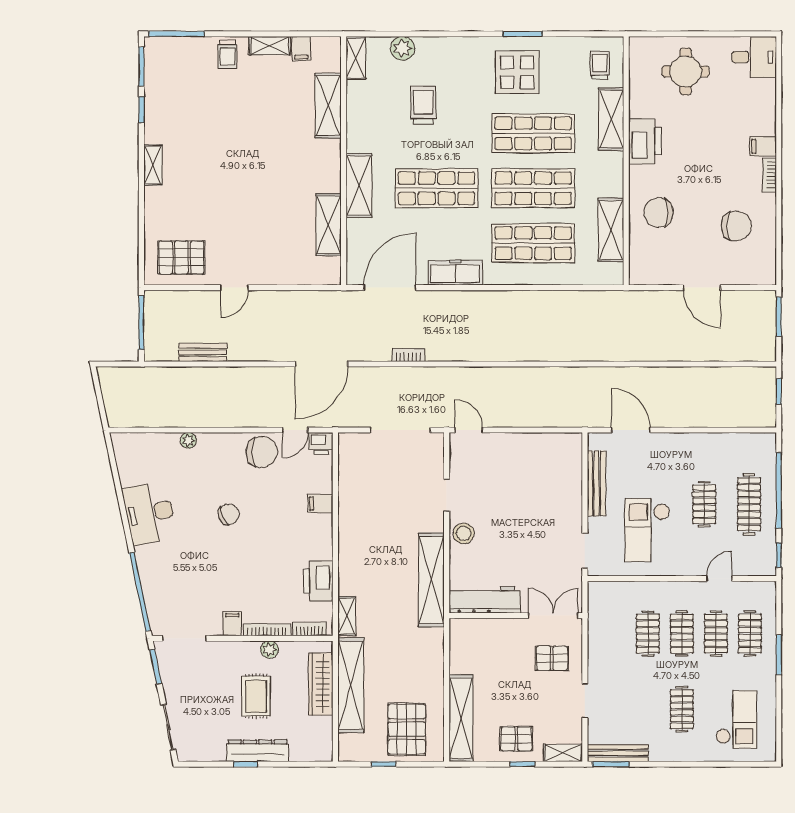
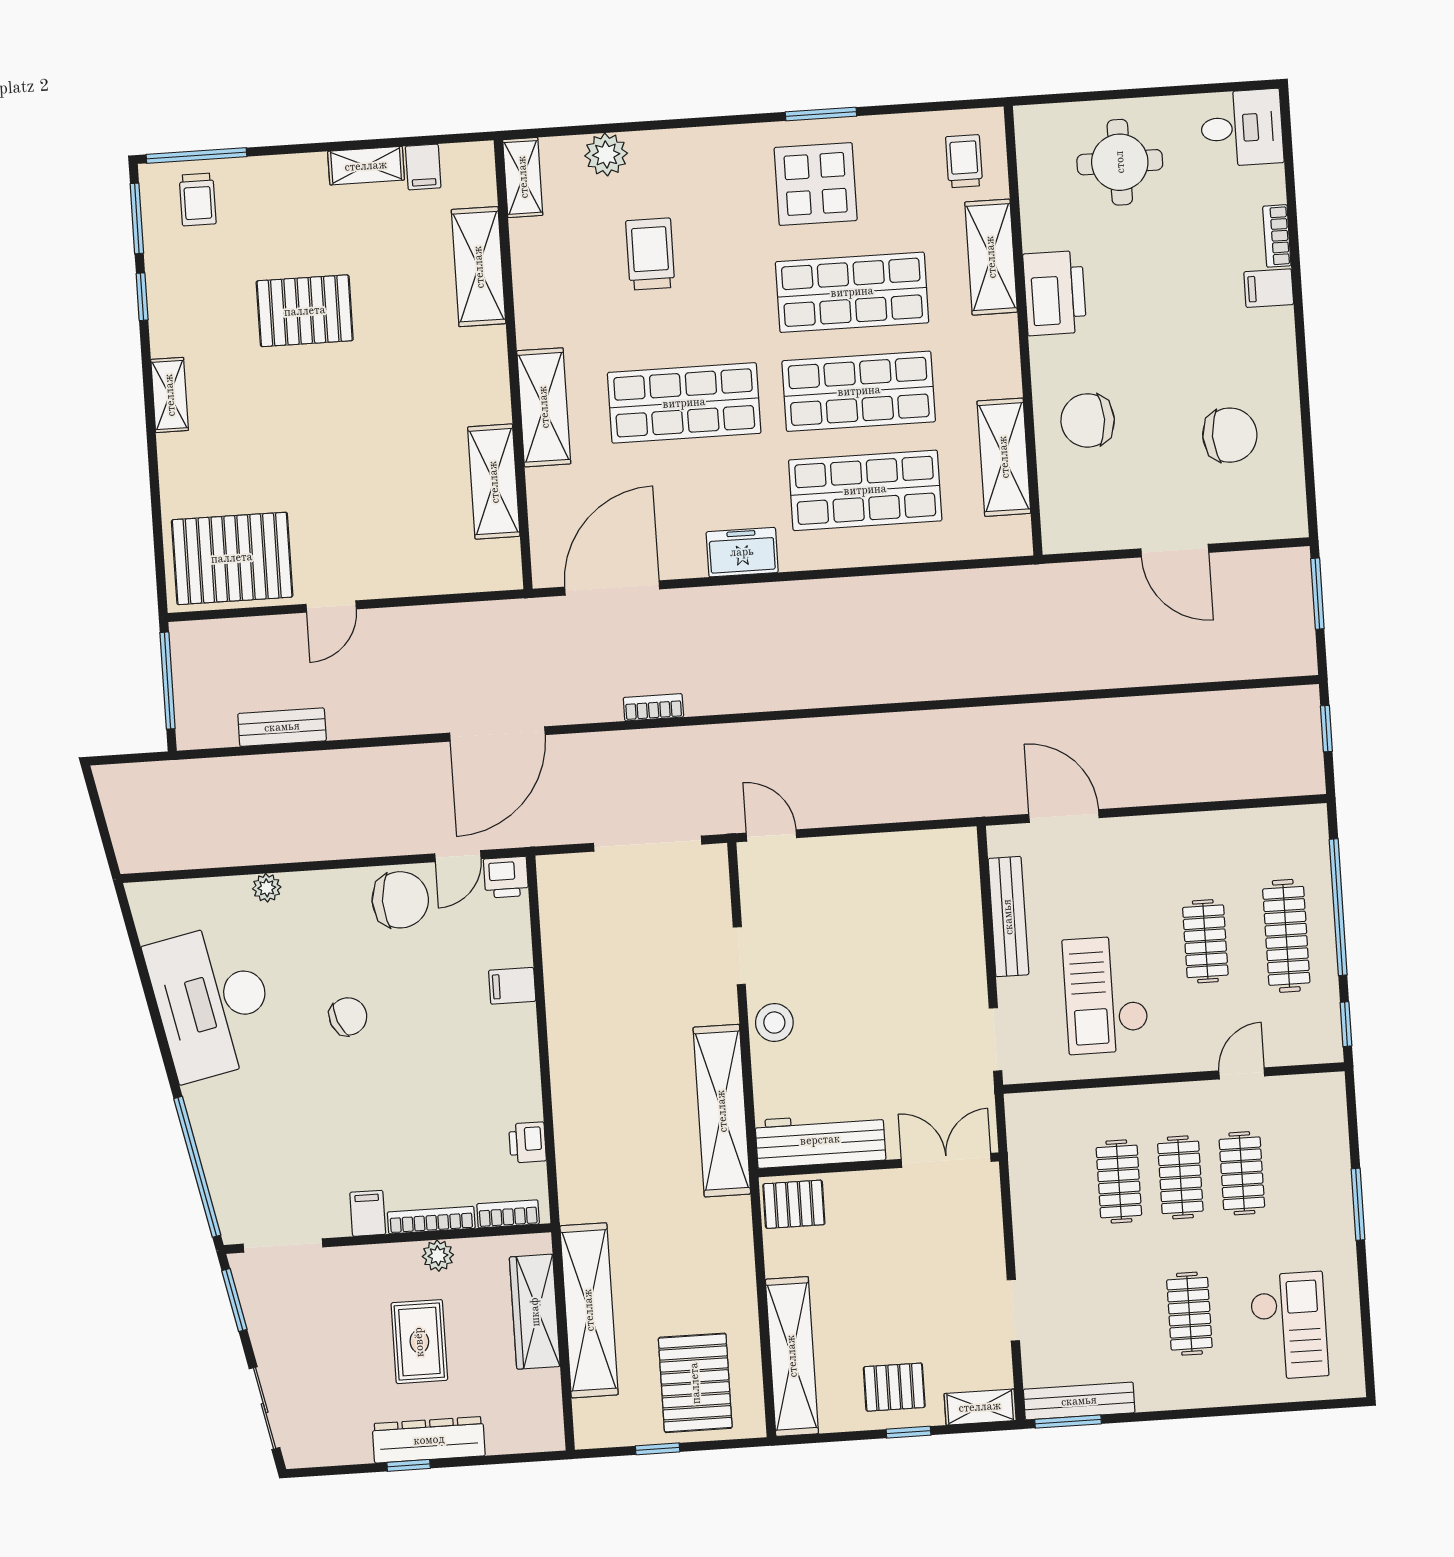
trolley: (227, 55) -> (198, 199), moved
pallet: (231, 124) -> (305, 311), added
bookcase: (770, 175) -> (1277, 236), moved
pallet: (181, 257) -> (232, 558), width x1.37, depth x1.41
freezer: (455, 273) -> (742, 552), width x0.71
desk: (150, 513) -> (212, 1002), width x1.36, depth x1.30
printer: (318, 581) -> (527, 1142), width x0.53, depth x0.68
shelving: (347, 616) -> (573, 1186), removed
clothes rail: (750, 634) -> (1303, 1169), removed
pallet: (552, 658) -> (794, 1204), moved

